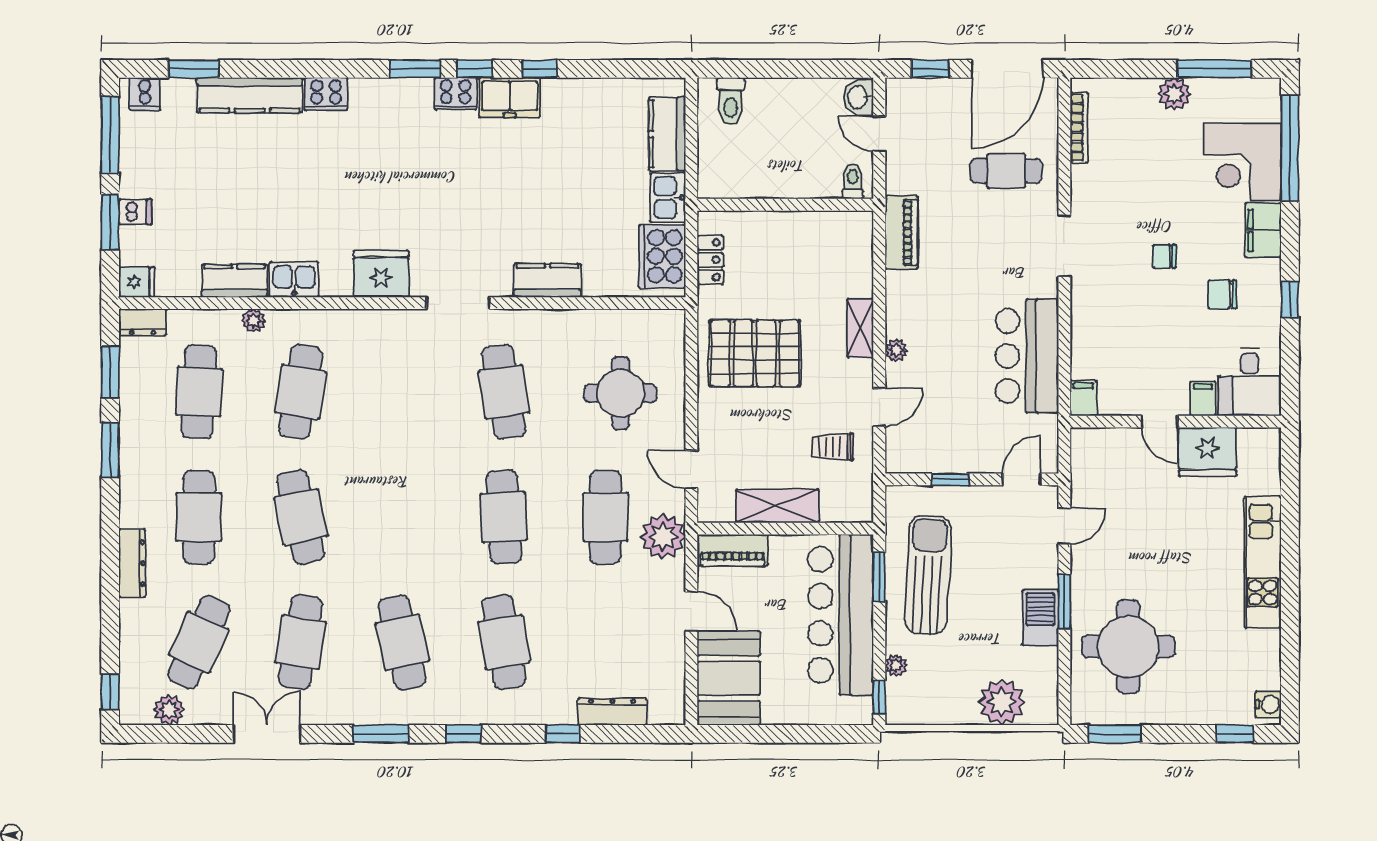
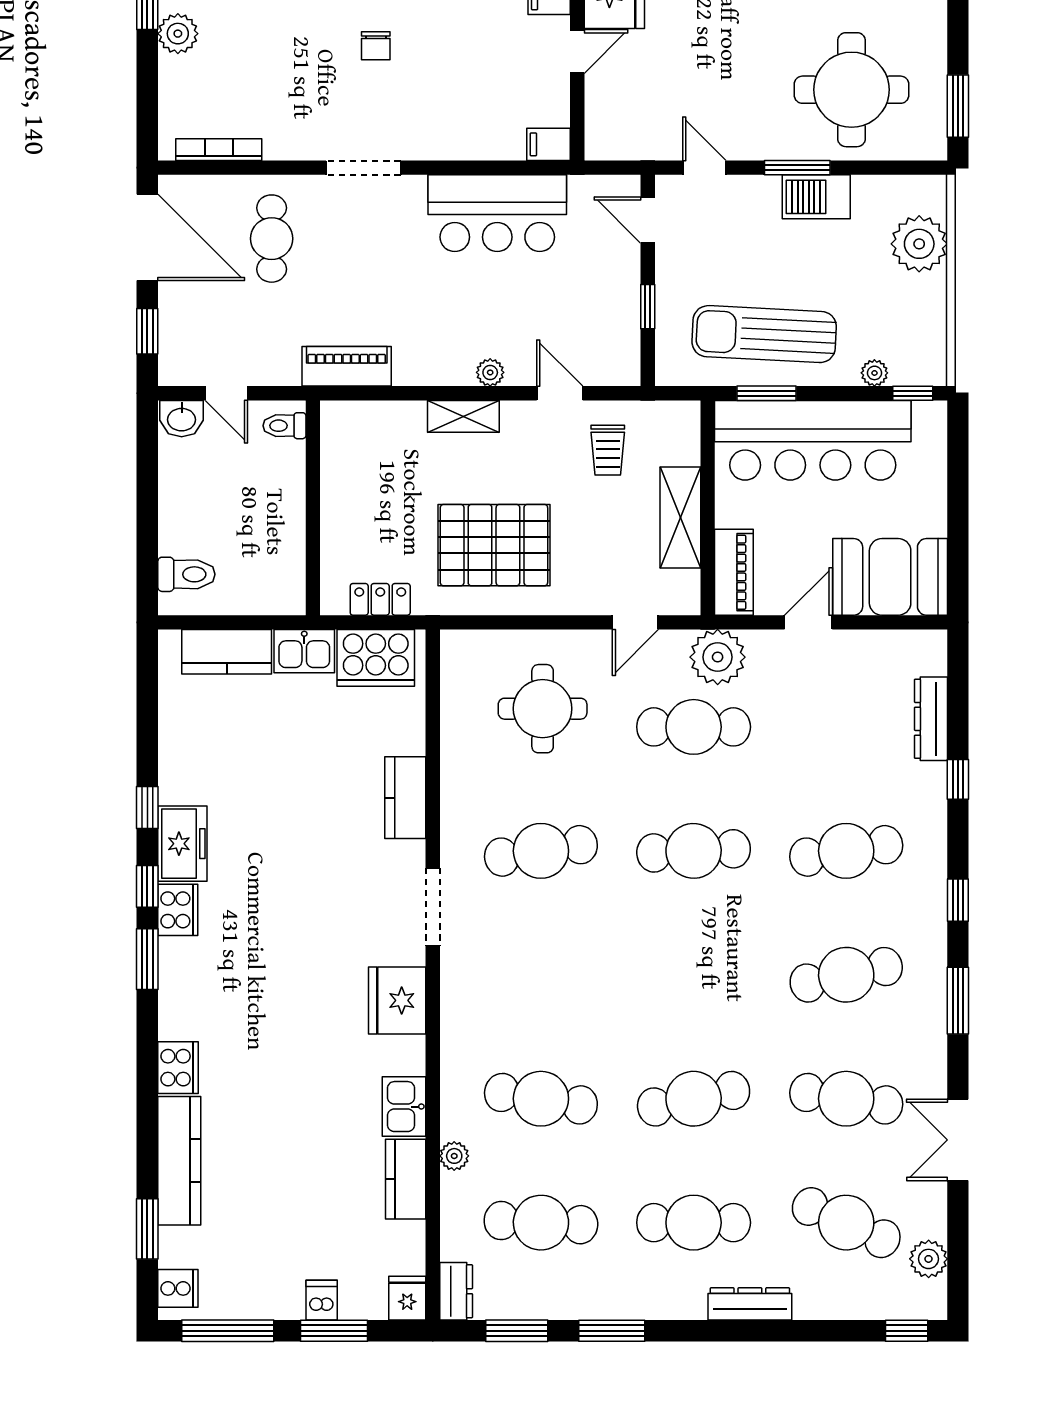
door: (879, 134) -> (226, 393), hinge flipped
pallet: (755, 353) -> (494, 545), turned 90

